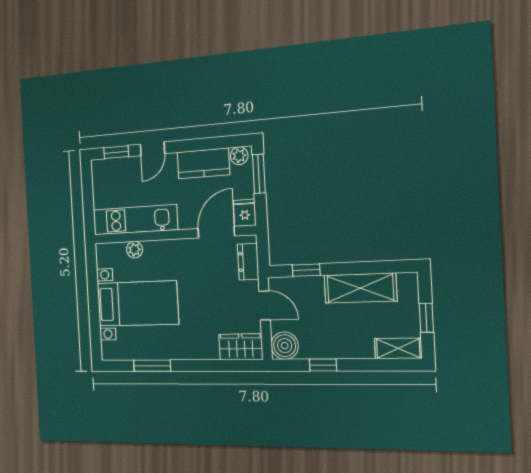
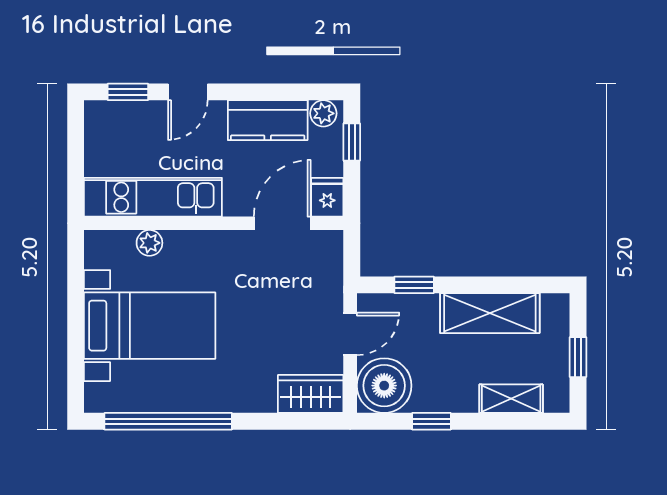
window: (259, 174) -> (352, 142), width x0.67
dresser: (248, 262) -> (329, 269), removed
door: (265, 305) -> (350, 334), hinge flipped
boiler: (285, 346) -> (384, 386), width x1.37, depth x1.37
shelving: (398, 348) -> (511, 399), moved
window: (152, 366) -> (168, 421), width x2.11

